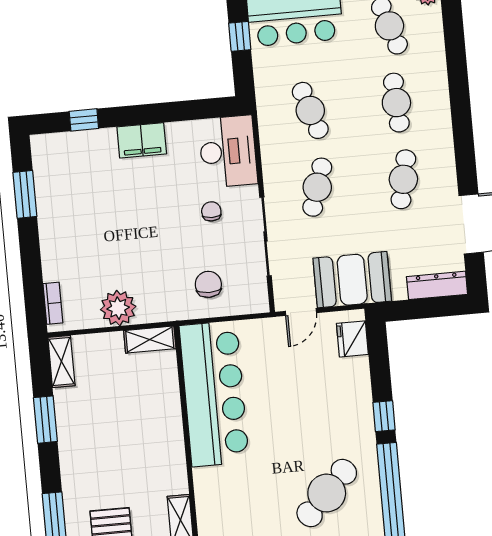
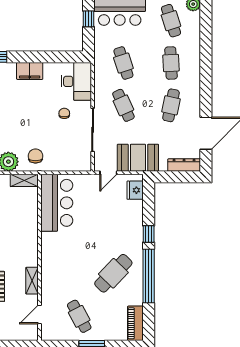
cafe table: (317, 187) -> (123, 105), turned -42
chair: (208, 284) -> (35, 156), moved
bar counter: (214, 394) -> (57, 203), width x0.73

